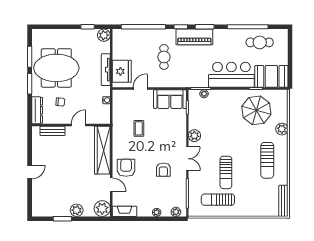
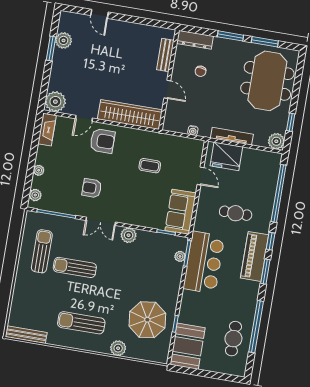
meeting table: (56, 68) -> (267, 81), moved
bar counter: (231, 75) -> (204, 262), moved
door: (30, 172) -> (100, 14), moved
plant: (77, 210) -> (63, 40), moved

